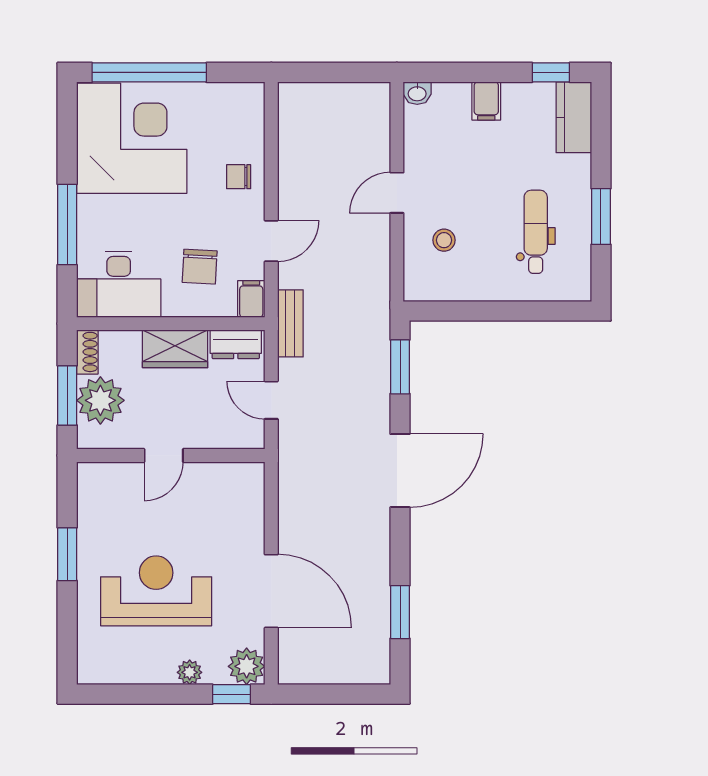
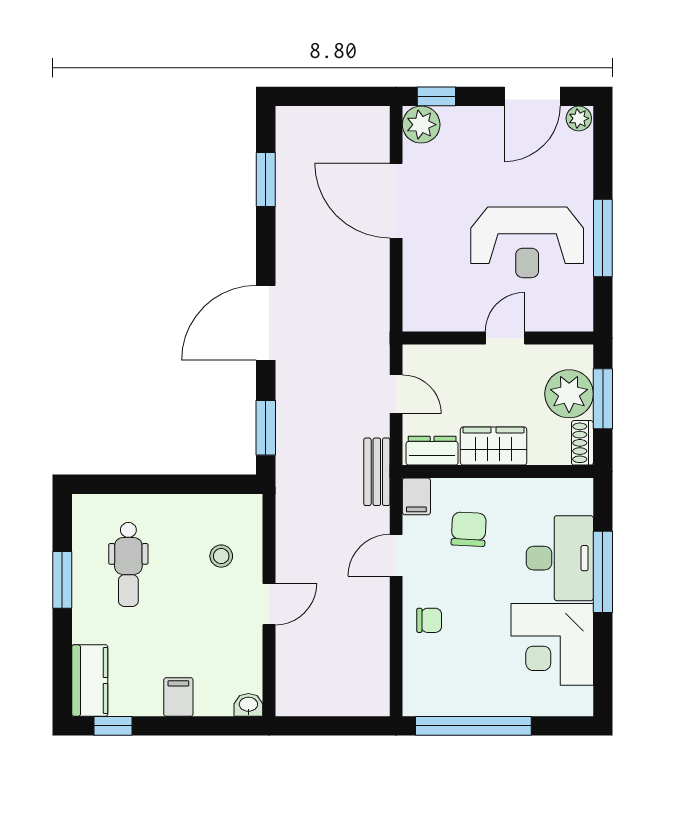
window: (149, 72) -> (473, 726), moved
corner desk: (132, 138) -> (552, 644), width x0.74, depth x0.74
desk: (119, 284) -> (560, 558), moved, turned 90
window: (67, 554) -> (603, 238), width x1.44
reception desk: (156, 591) -> (527, 242), moved
plant: (190, 672) -> (579, 118), moved
door: (137, 694) -> (532, 96), added

